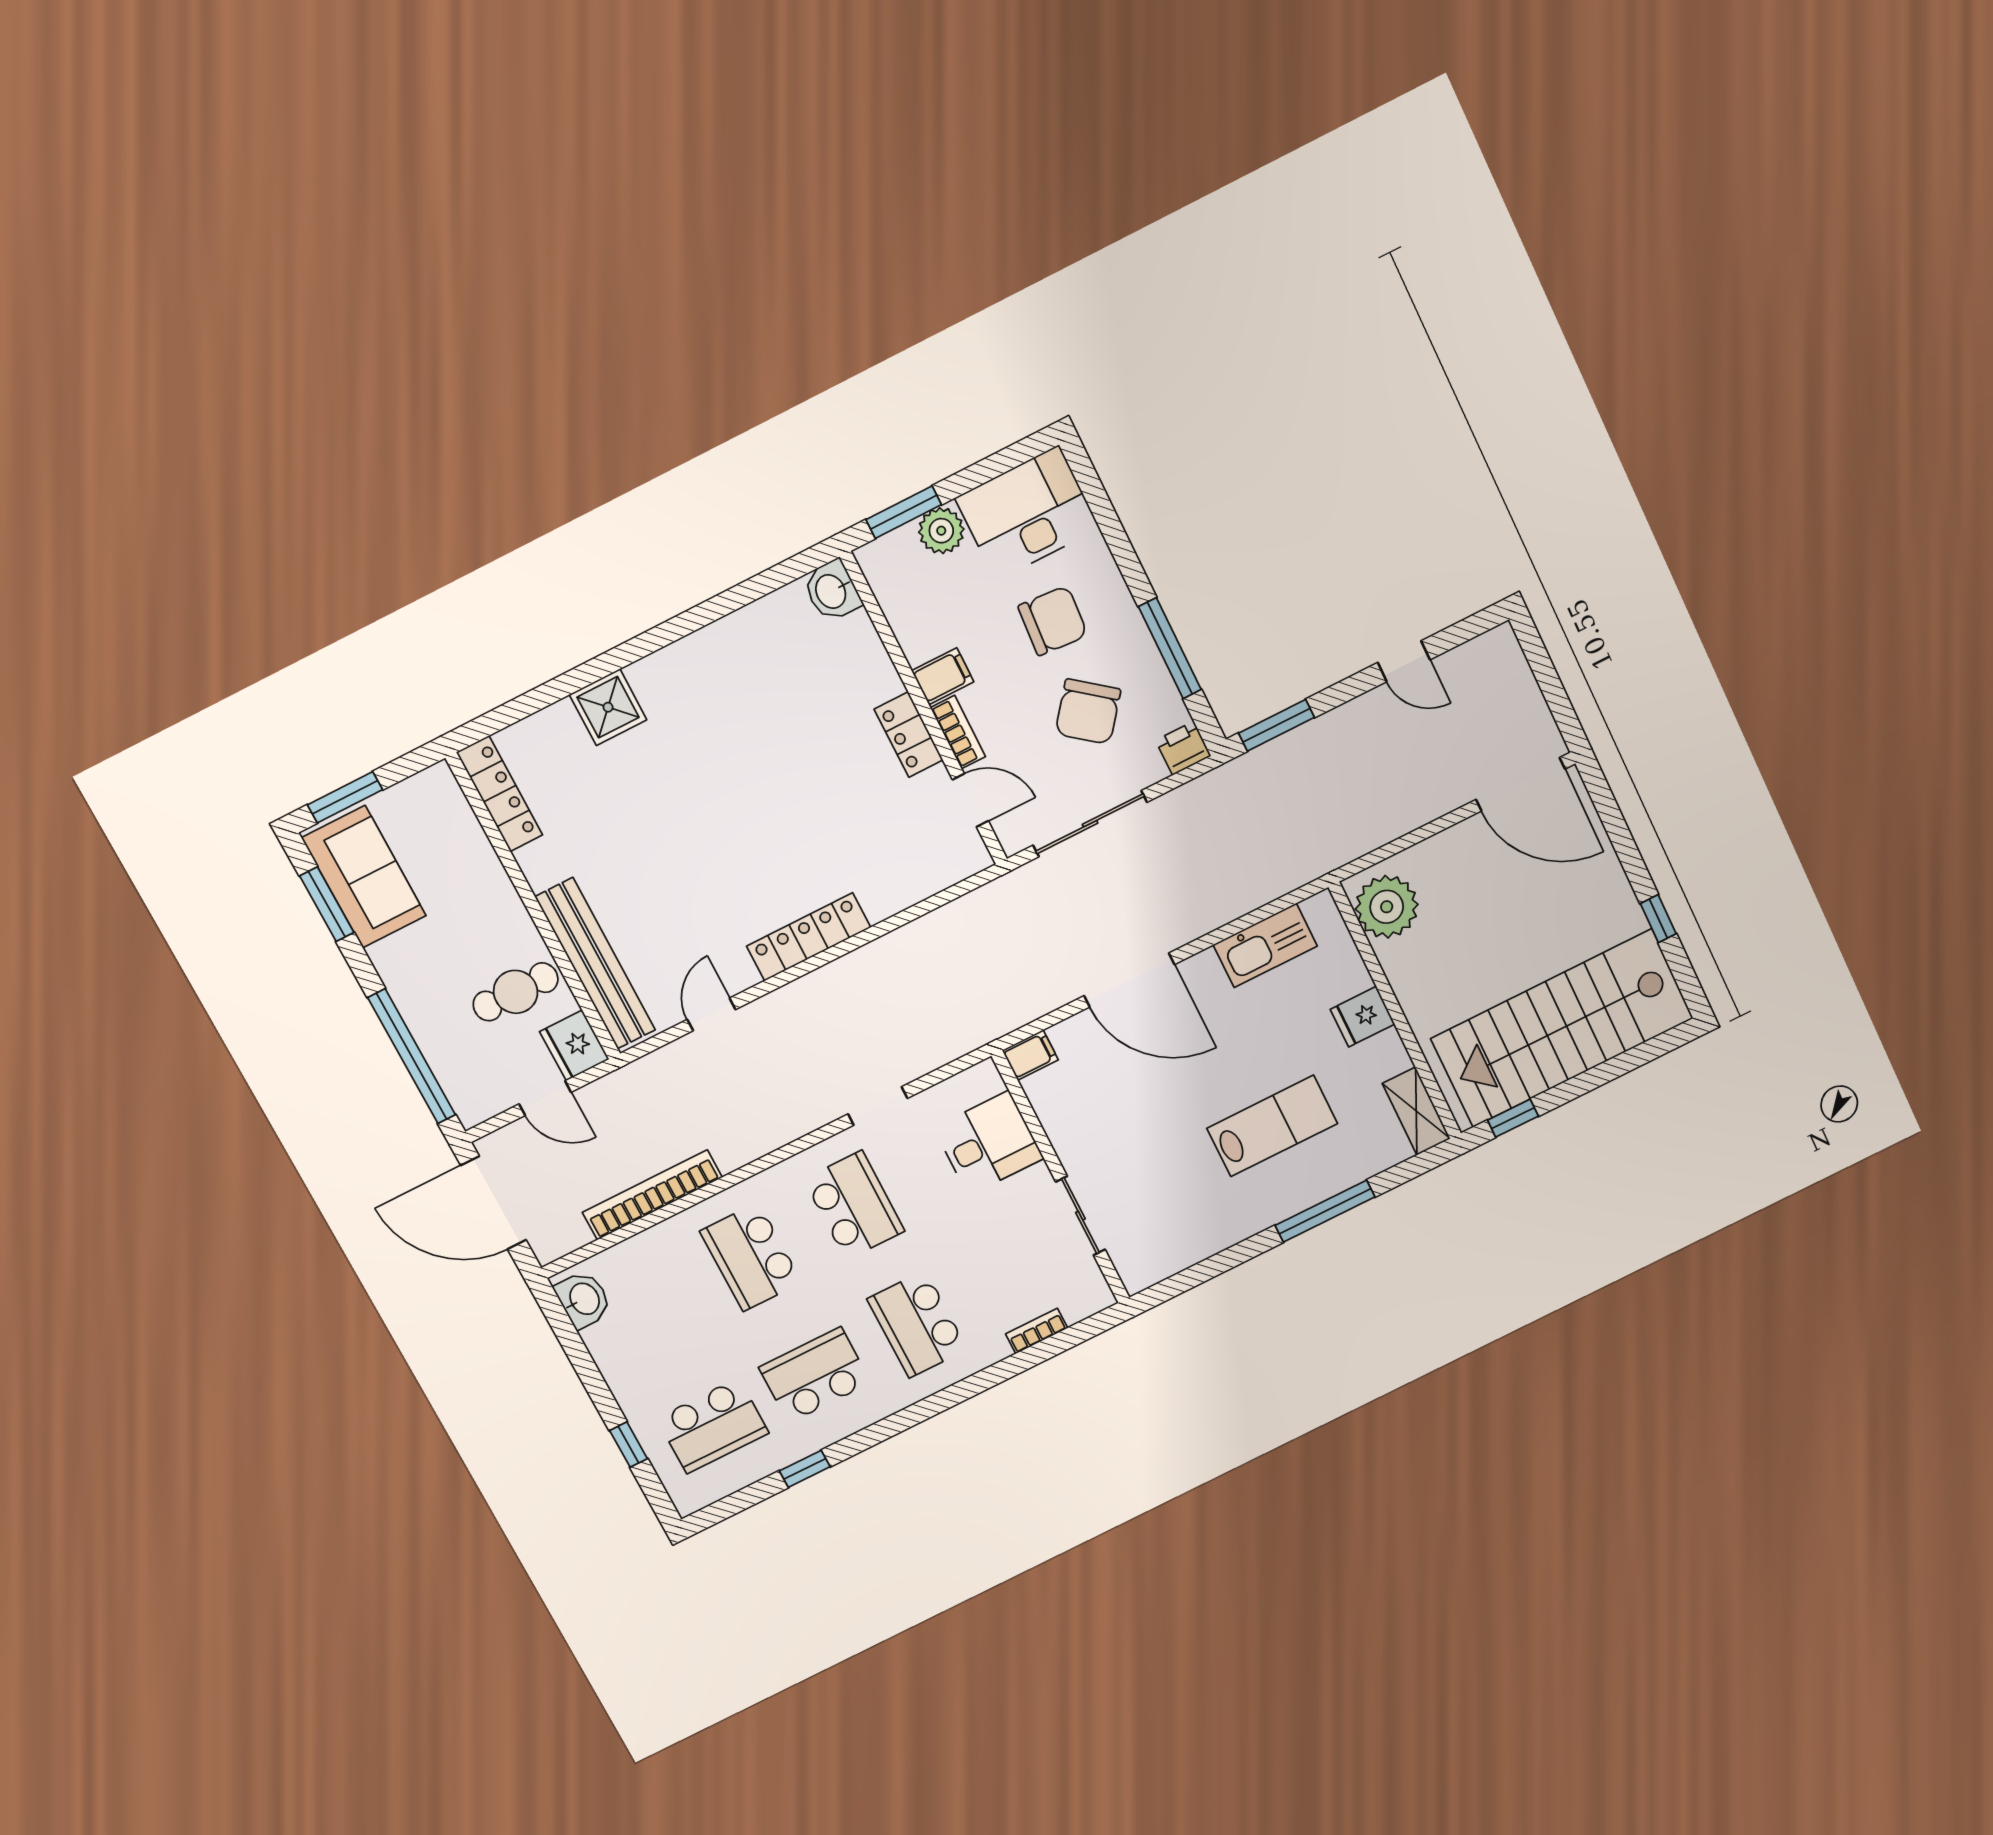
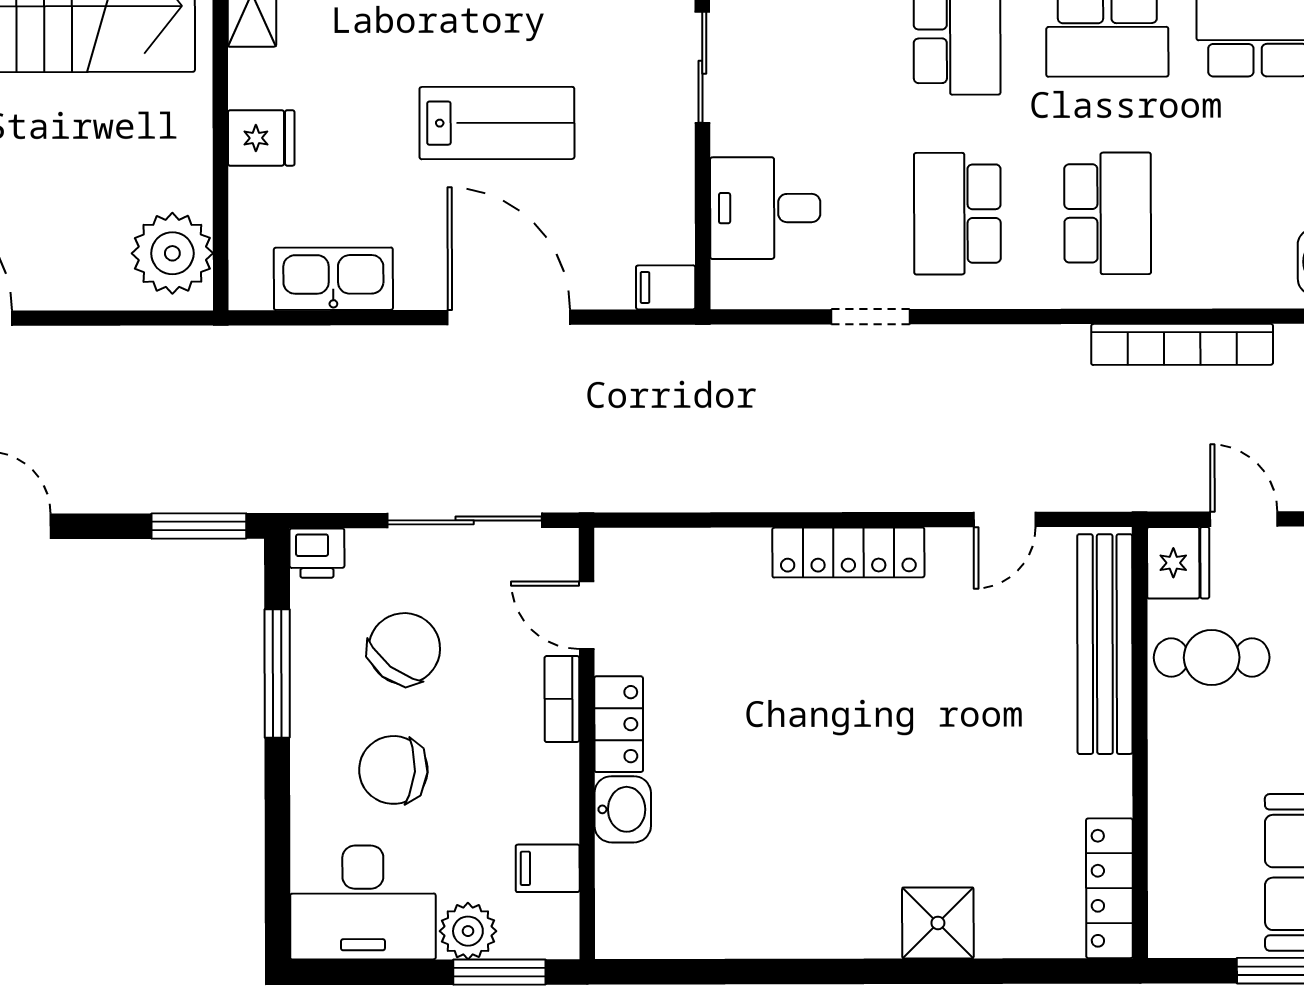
washbasin: (832, 591) -> (623, 809), moved
filing cabinet: (943, 676) -> (548, 868), moved
lab bench: (1272, 1126) -> (497, 123), moved, turned 180

